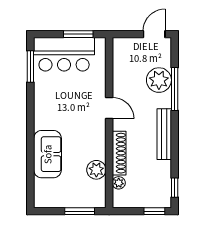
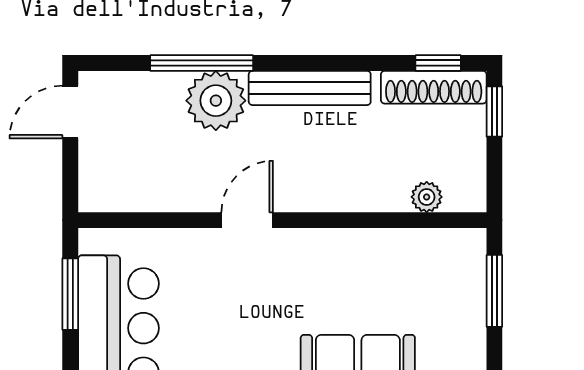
door: (154, 34) -> (70, 112), hinge flipped
plant: (159, 80) -> (216, 101), moved
shoe rack: (119, 153) -> (434, 87), moved, turned 180
plant: (96, 170) -> (395, 251), removed

